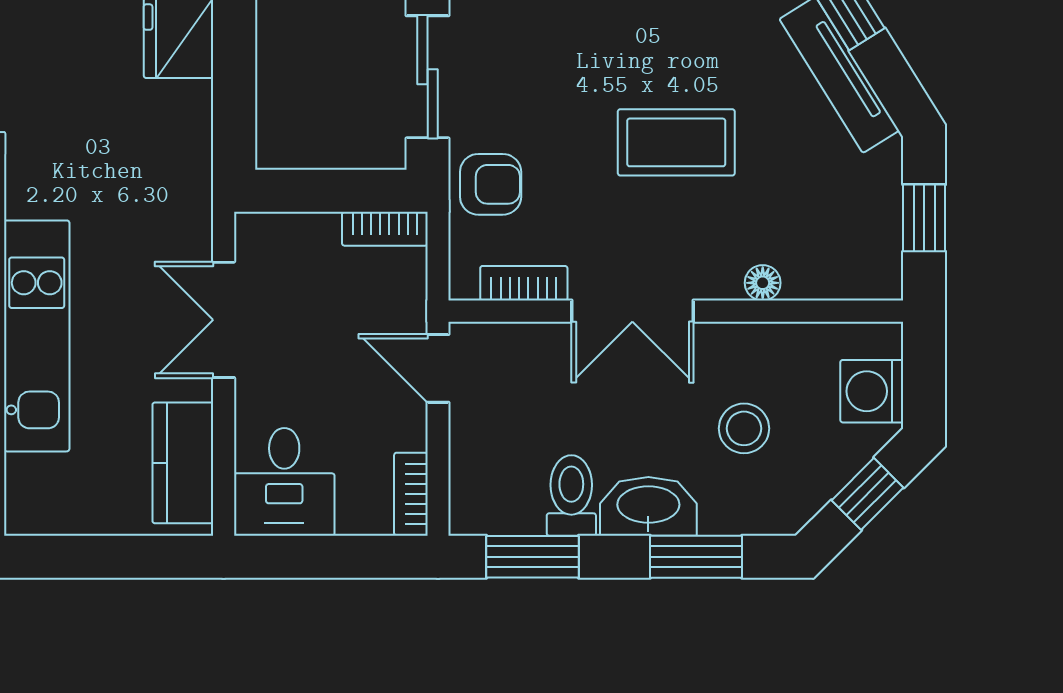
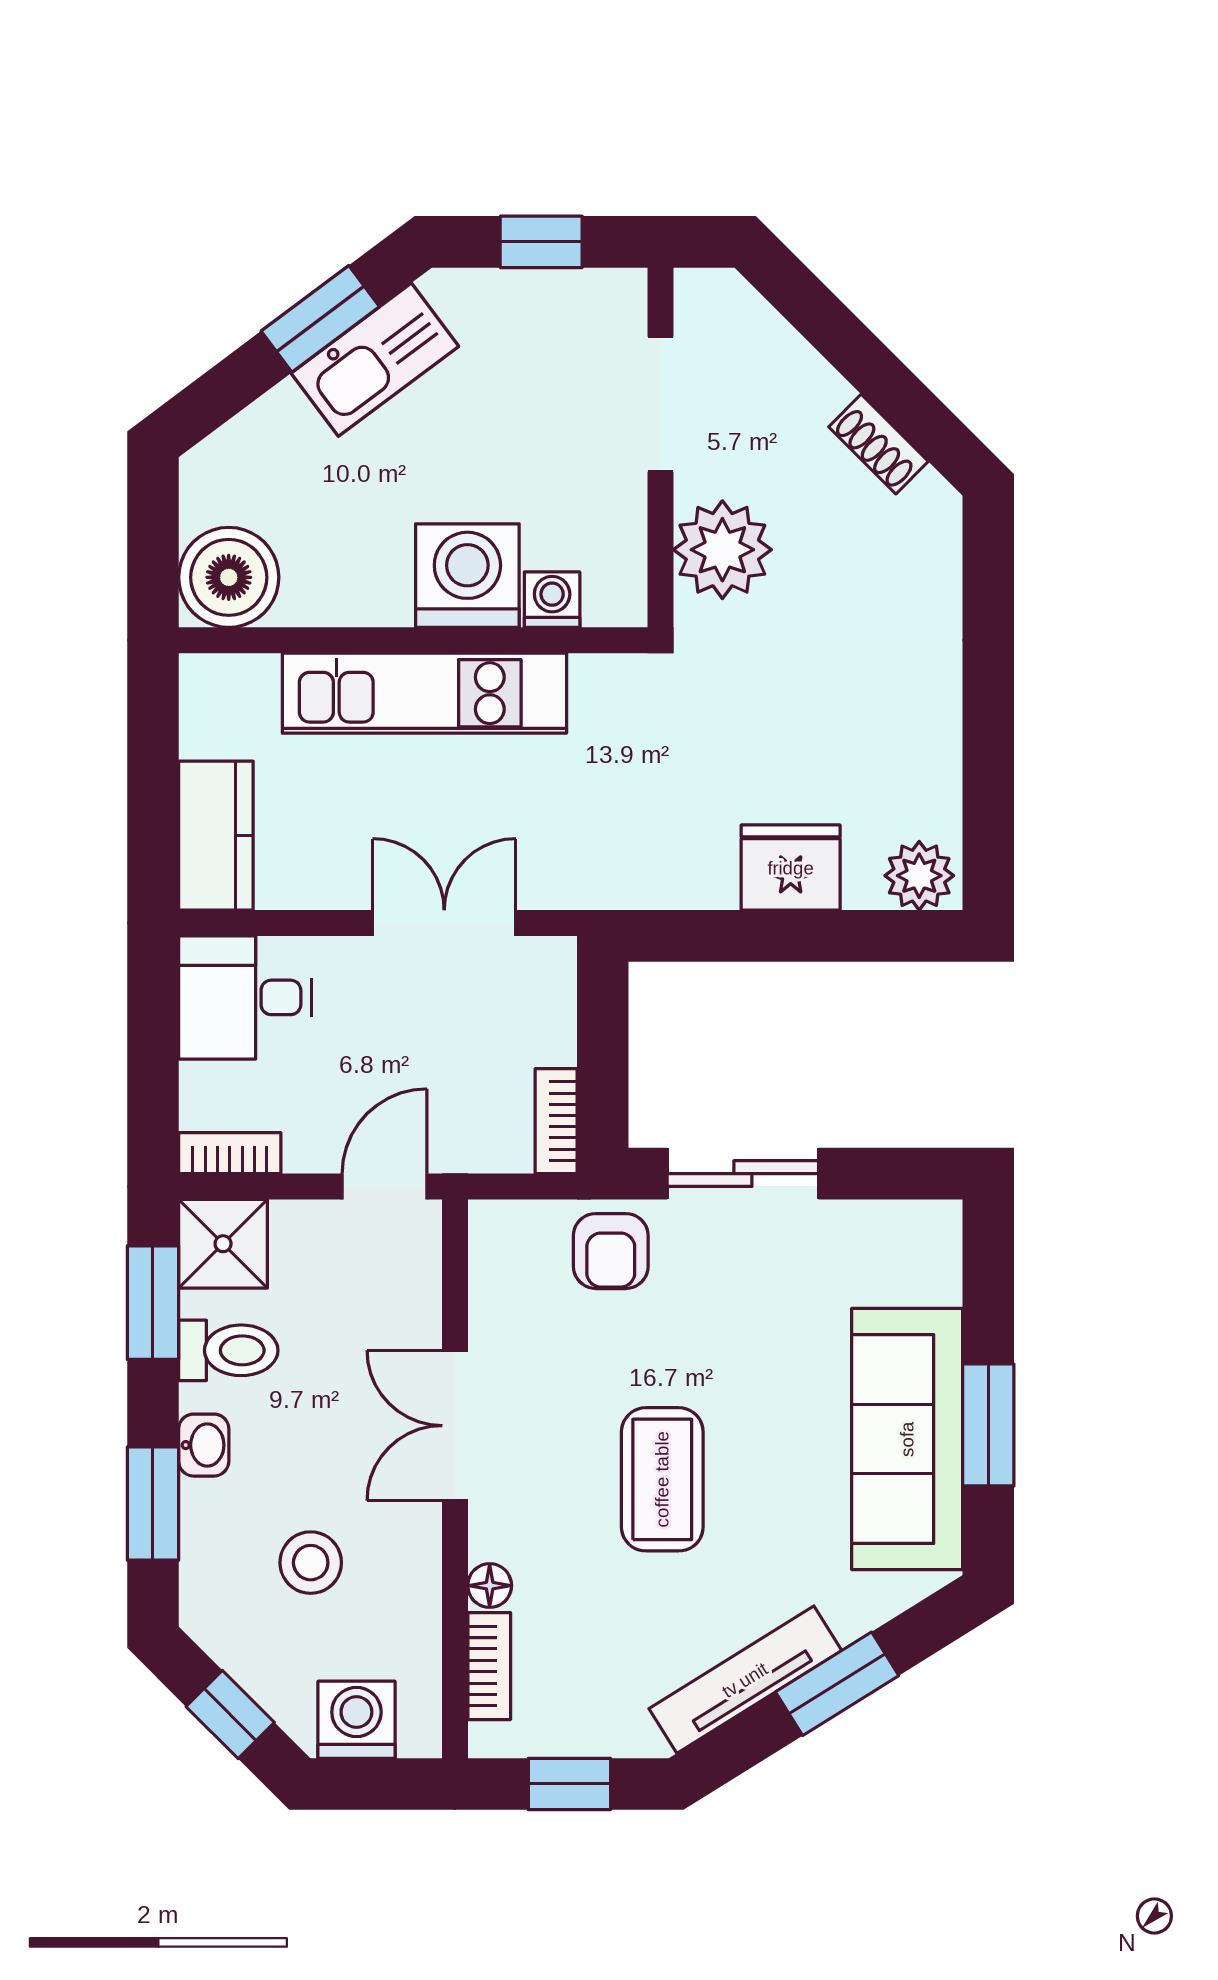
bookcase: (524, 283) -> (489, 1666), moved
kitchen counter: (183, 463) -> (216, 836), moved, turned 90
shower: (485, 500) -> (223, 1244), added
washbasin: (648, 506) -> (204, 1445), width x0.52, depth x0.69

